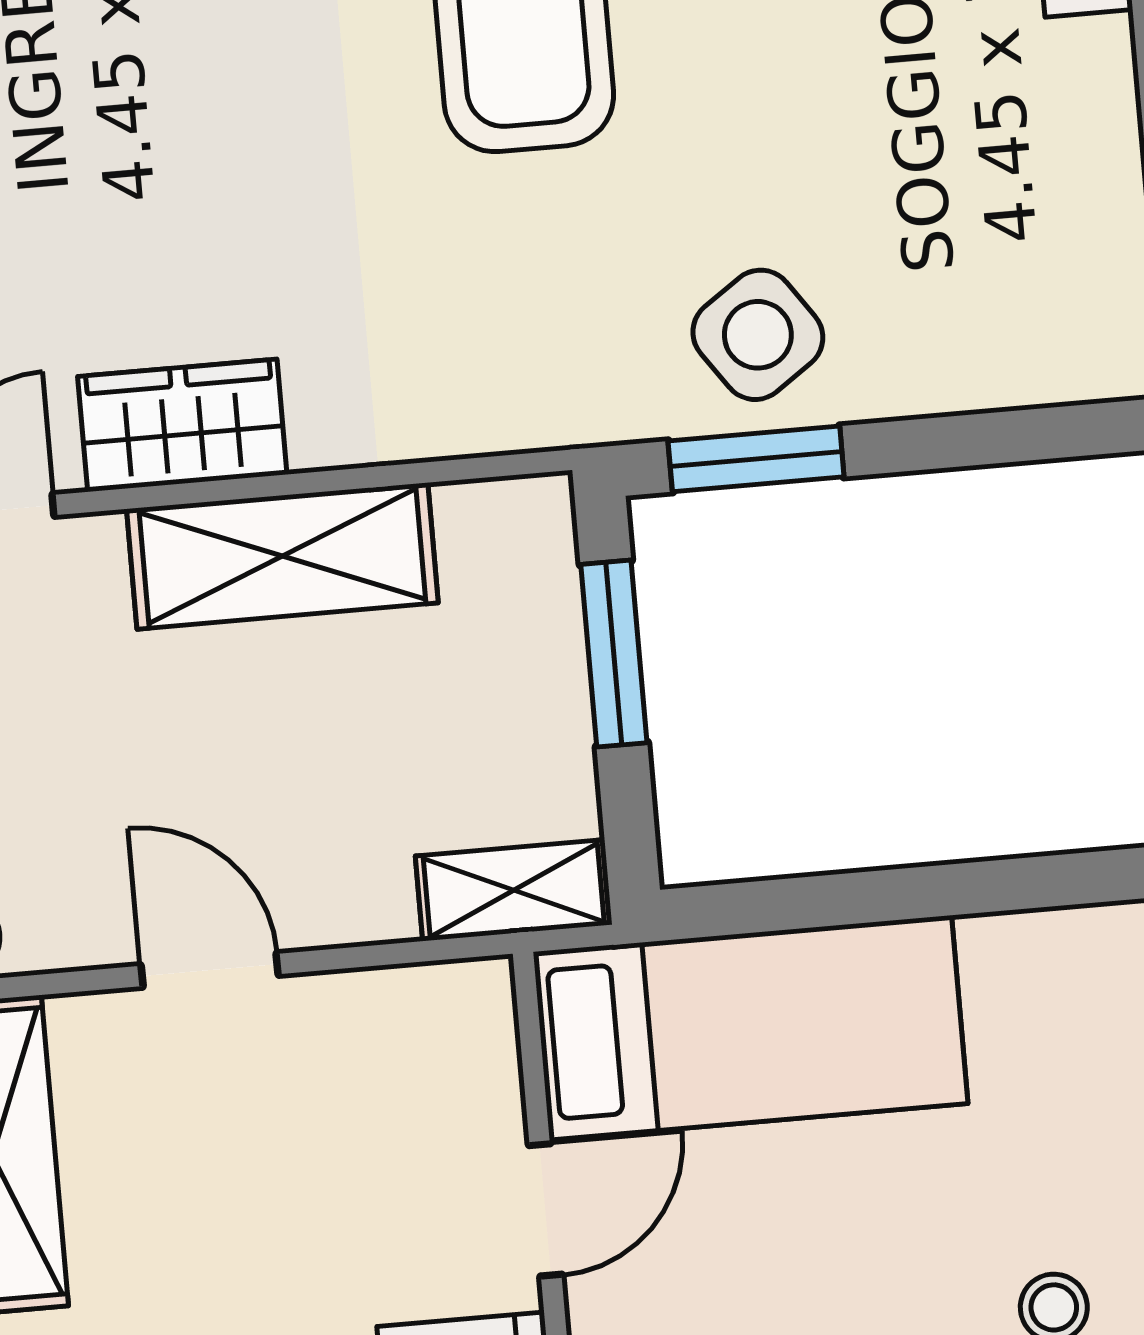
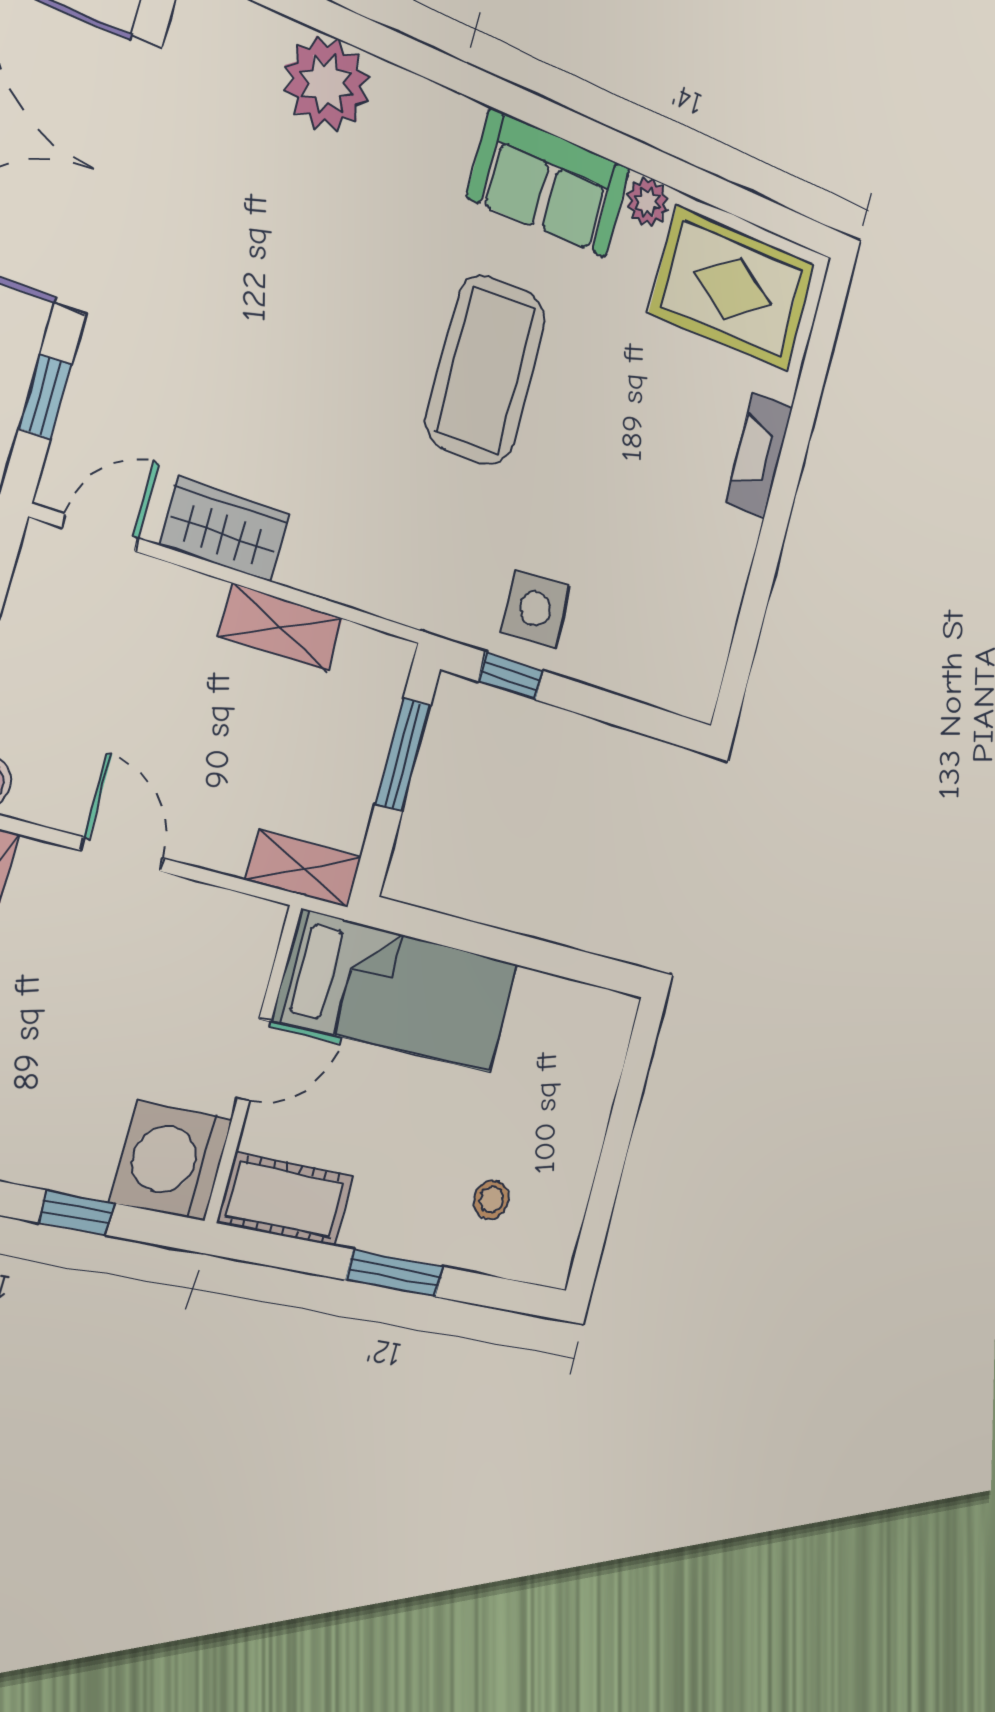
side table: (758, 335) -> (535, 609), turned 32
window: (756, 459) -> (511, 676), width x0.67
shelving: (282, 556) -> (281, 627), width x0.67, depth x0.75

